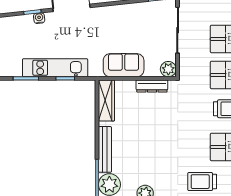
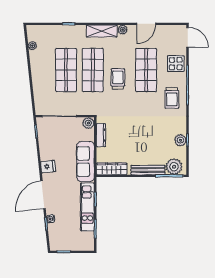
fridge: (110, 15) -> (48, 167), added
sofa: (124, 65) -> (85, 162), width x1.36

